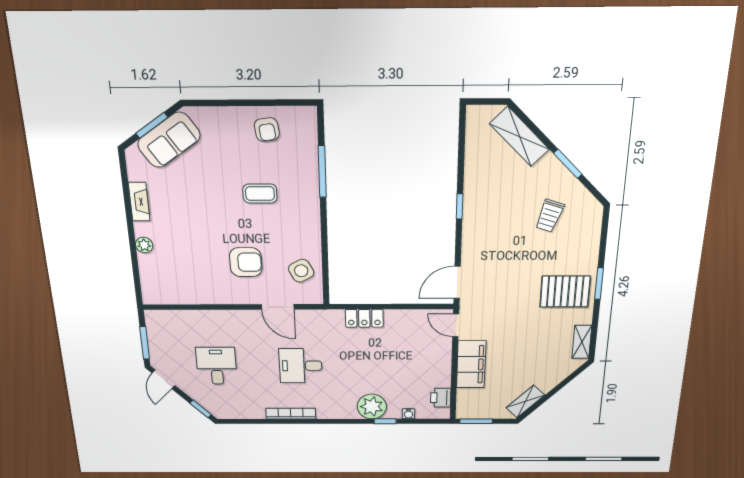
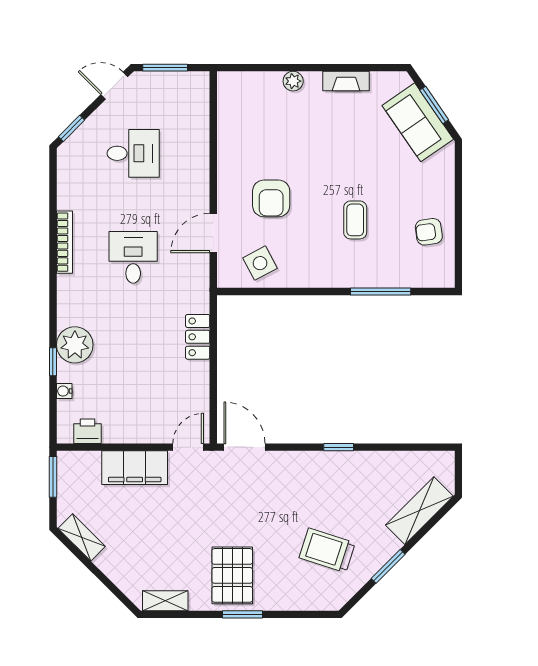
trolley: (550, 216) -> (327, 550), width x1.36, depth x1.39

